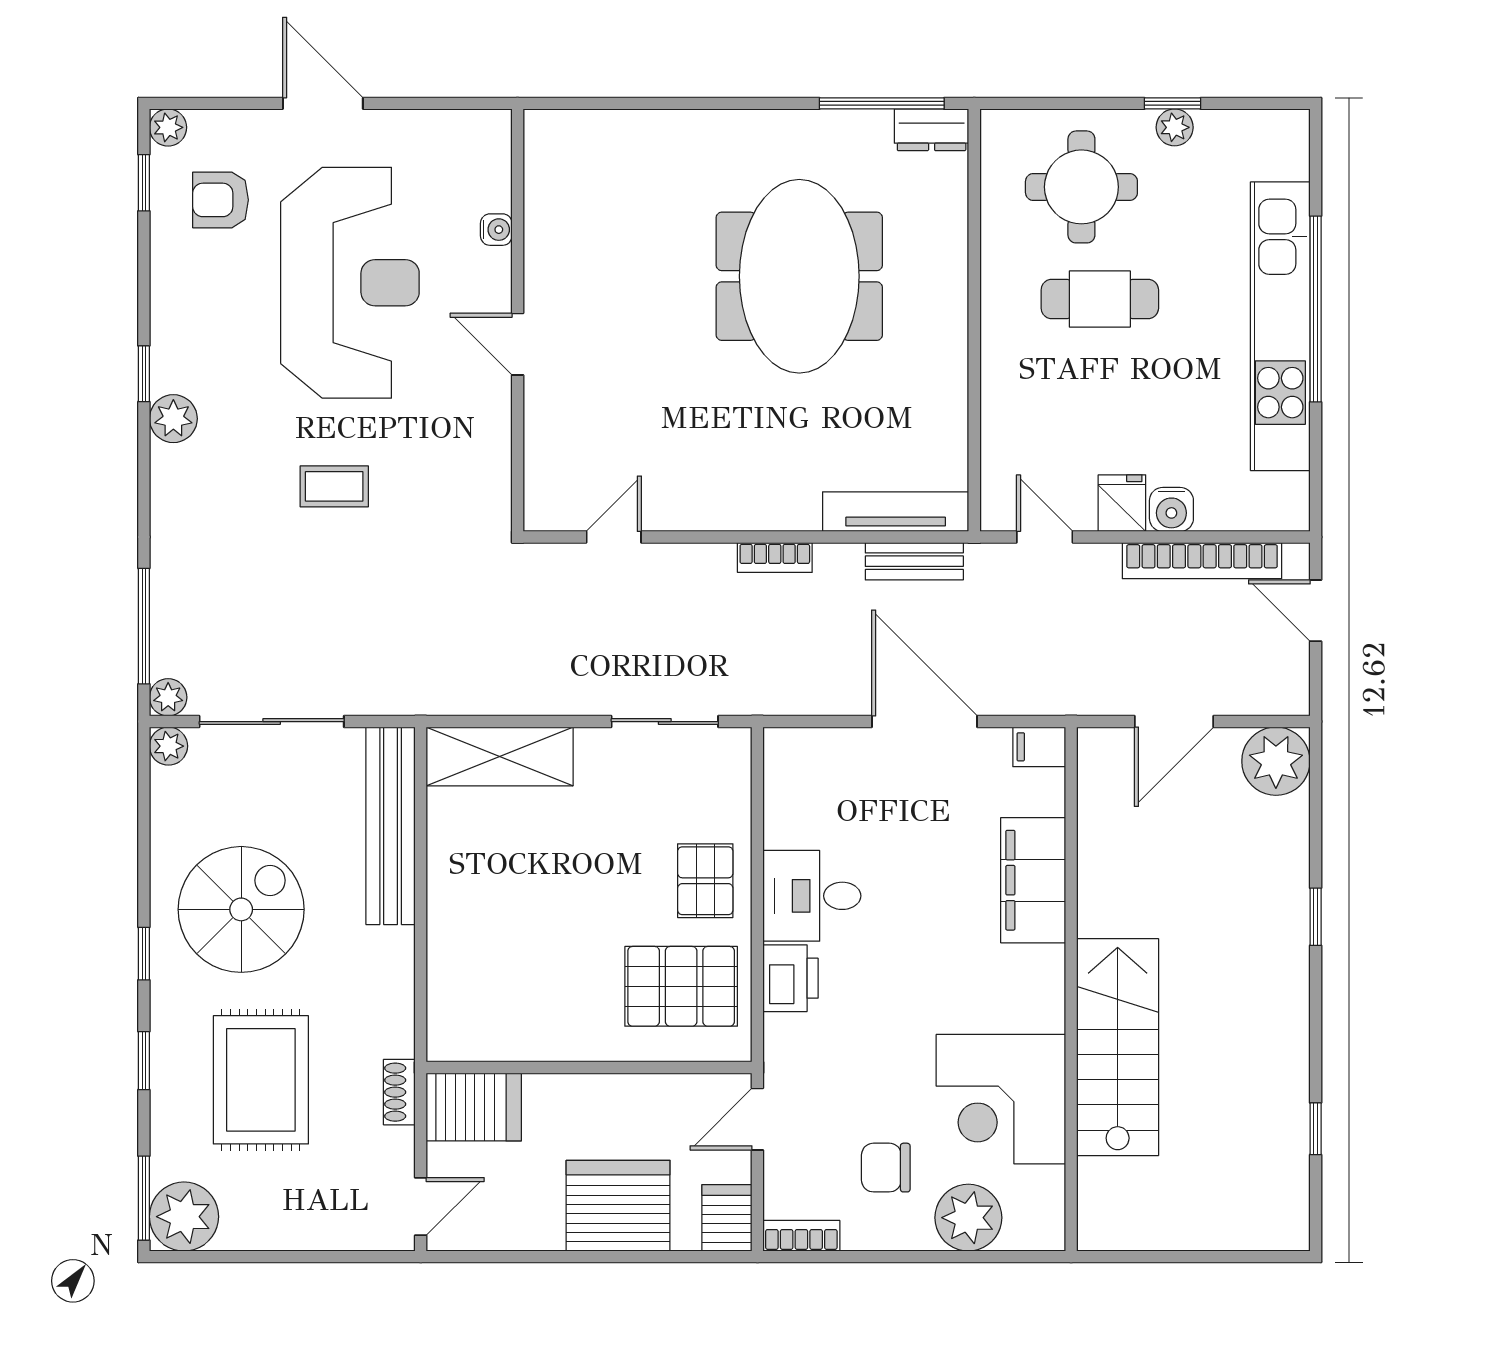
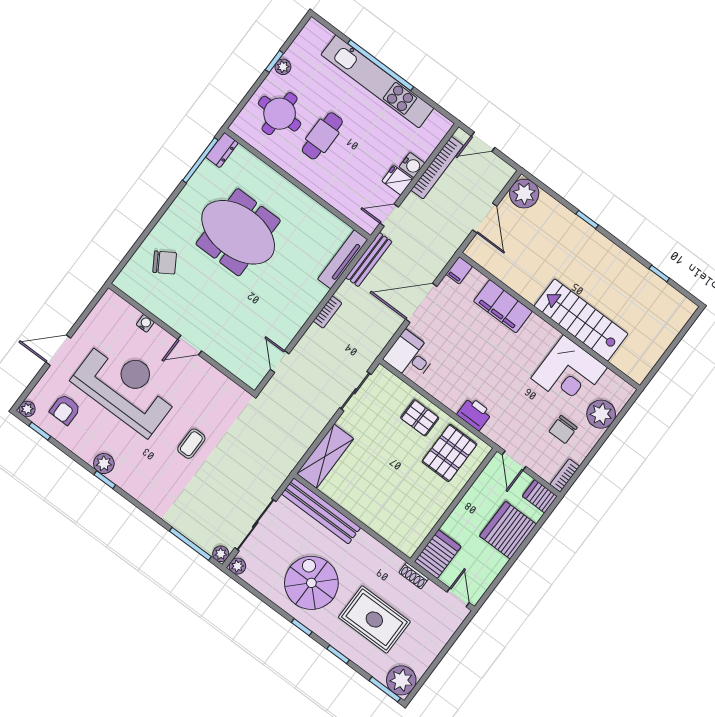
chair: (638, 180) -> (165, 263), added
plant: (173, 419) -> (104, 464), moved
bench: (914, 561) -> (369, 260), width x1.36
desk: (812, 896) -> (410, 356), moved, turned 90

